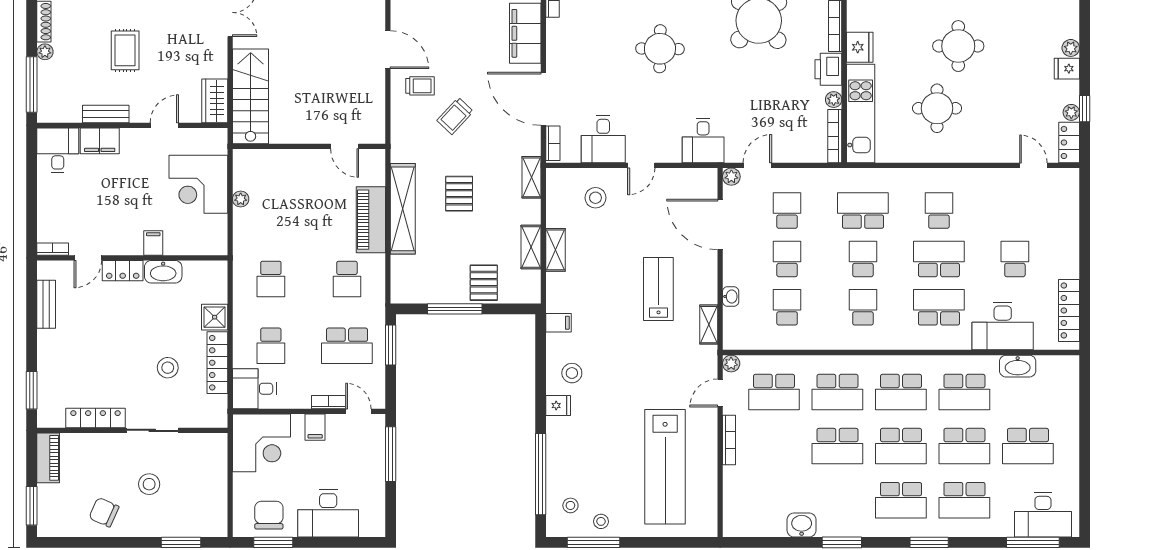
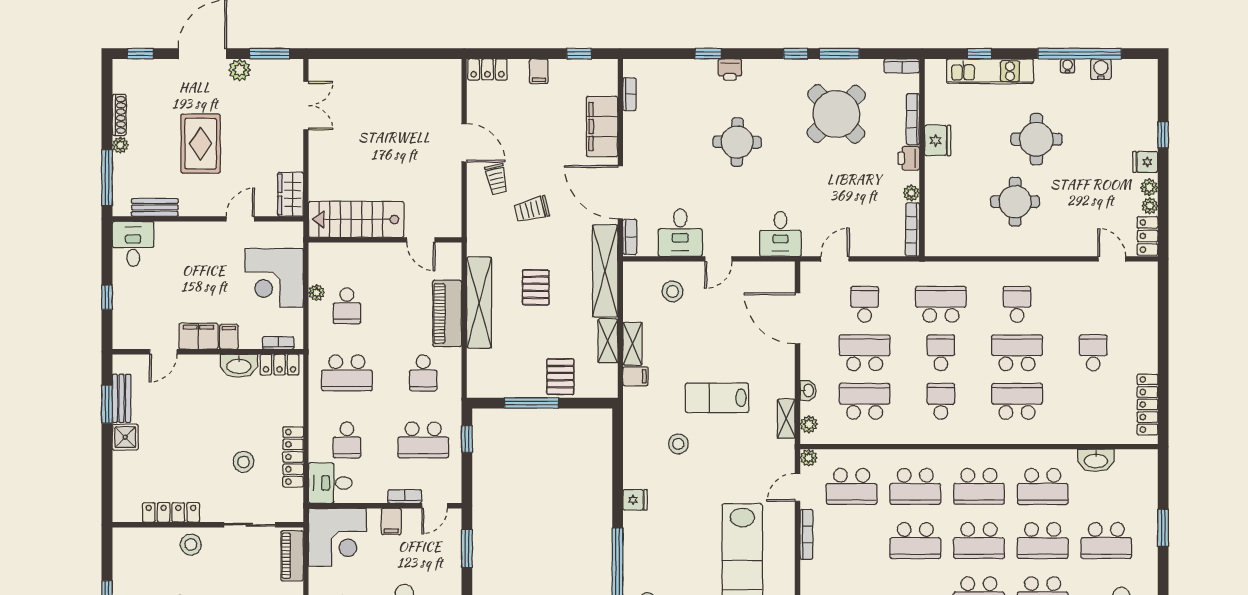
plant: (1071, 48) -> (1149, 187), moved
rug: (125, 50) -> (201, 144), width x1.36, depth x1.43
printer: (828, 69) -> (909, 158), width x0.73, depth x0.81
trolley: (420, 86) -> (497, 179), turned 78
stairs: (251, 96) -> (356, 219), moved, turned -90
window: (1085, 109) -> (1163, 135), moved
kitchen unit: (861, 113) -> (938, 207), removed
bench: (106, 114) -> (155, 207), moved
trolley: (455, 116) -> (532, 209), turned 33
filing cabinet: (100, 141) -> (198, 336), moved, turned 180
shelving: (531, 177) -> (605, 271), width x2.20, depth x1.33
plant: (731, 177) -> (809, 424), moved
window: (32, 204) -> (107, 297), added
school desk: (271, 212) -> (347, 306), added
bookcase: (53, 249) -> (278, 343), moved
school desk: (787, 259) -> (865, 353), width x1.85
locker: (123, 271) -> (280, 365), moved
school desk: (271, 279) -> (347, 373), width x1.85
lab bench: (658, 289) -> (717, 398), moved, turned -90
school desk: (787, 307) -> (865, 401), width x1.85
shower: (215, 317) -> (125, 437), moved
filing cabinet: (559, 323) -> (635, 376), moved
desk: (1003, 326) -> (1081, 420), removed
window: (391, 345) -> (467, 439), width x0.67
stool: (572, 373) -> (678, 444), moved
window: (32, 390) -> (107, 404), moved
door: (358, 411) -> (435, 506), swing flipped
sliding door: (152, 430) -> (249, 525), moved
window: (1085, 433) -> (1163, 528), added
window: (391, 454) -> (467, 549), width x0.69
piano: (48, 458) -> (292, 556), moved, turned 180
stool: (149, 484) -> (191, 545), moved

